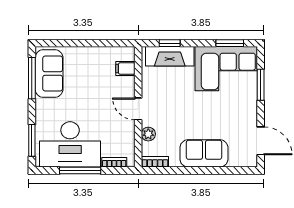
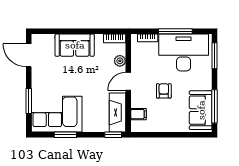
window: (170, 43) -> (113, 135), moved
window: (230, 43) -> (65, 135), moved
fireplace: (170, 56) -> (118, 113), moved, turned -90
armchair: (94, 97) -> (164, 91), added
door: (138, 109) -> (128, 81), swing flipped

